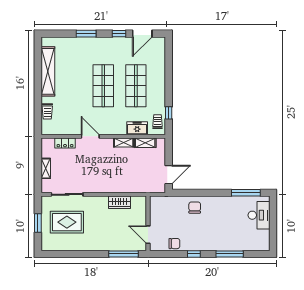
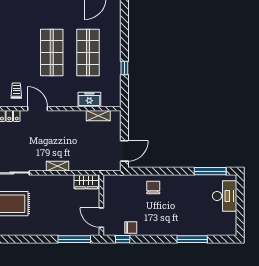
window: (169, 113) -> (124, 68), moved
trolley: (157, 122) -> (16, 91), moved
shelving: (124, 143) -> (58, 166), moved
wardrobe: (120, 202) -> (86, 182), moved
window: (194, 254) -> (123, 239), moved

